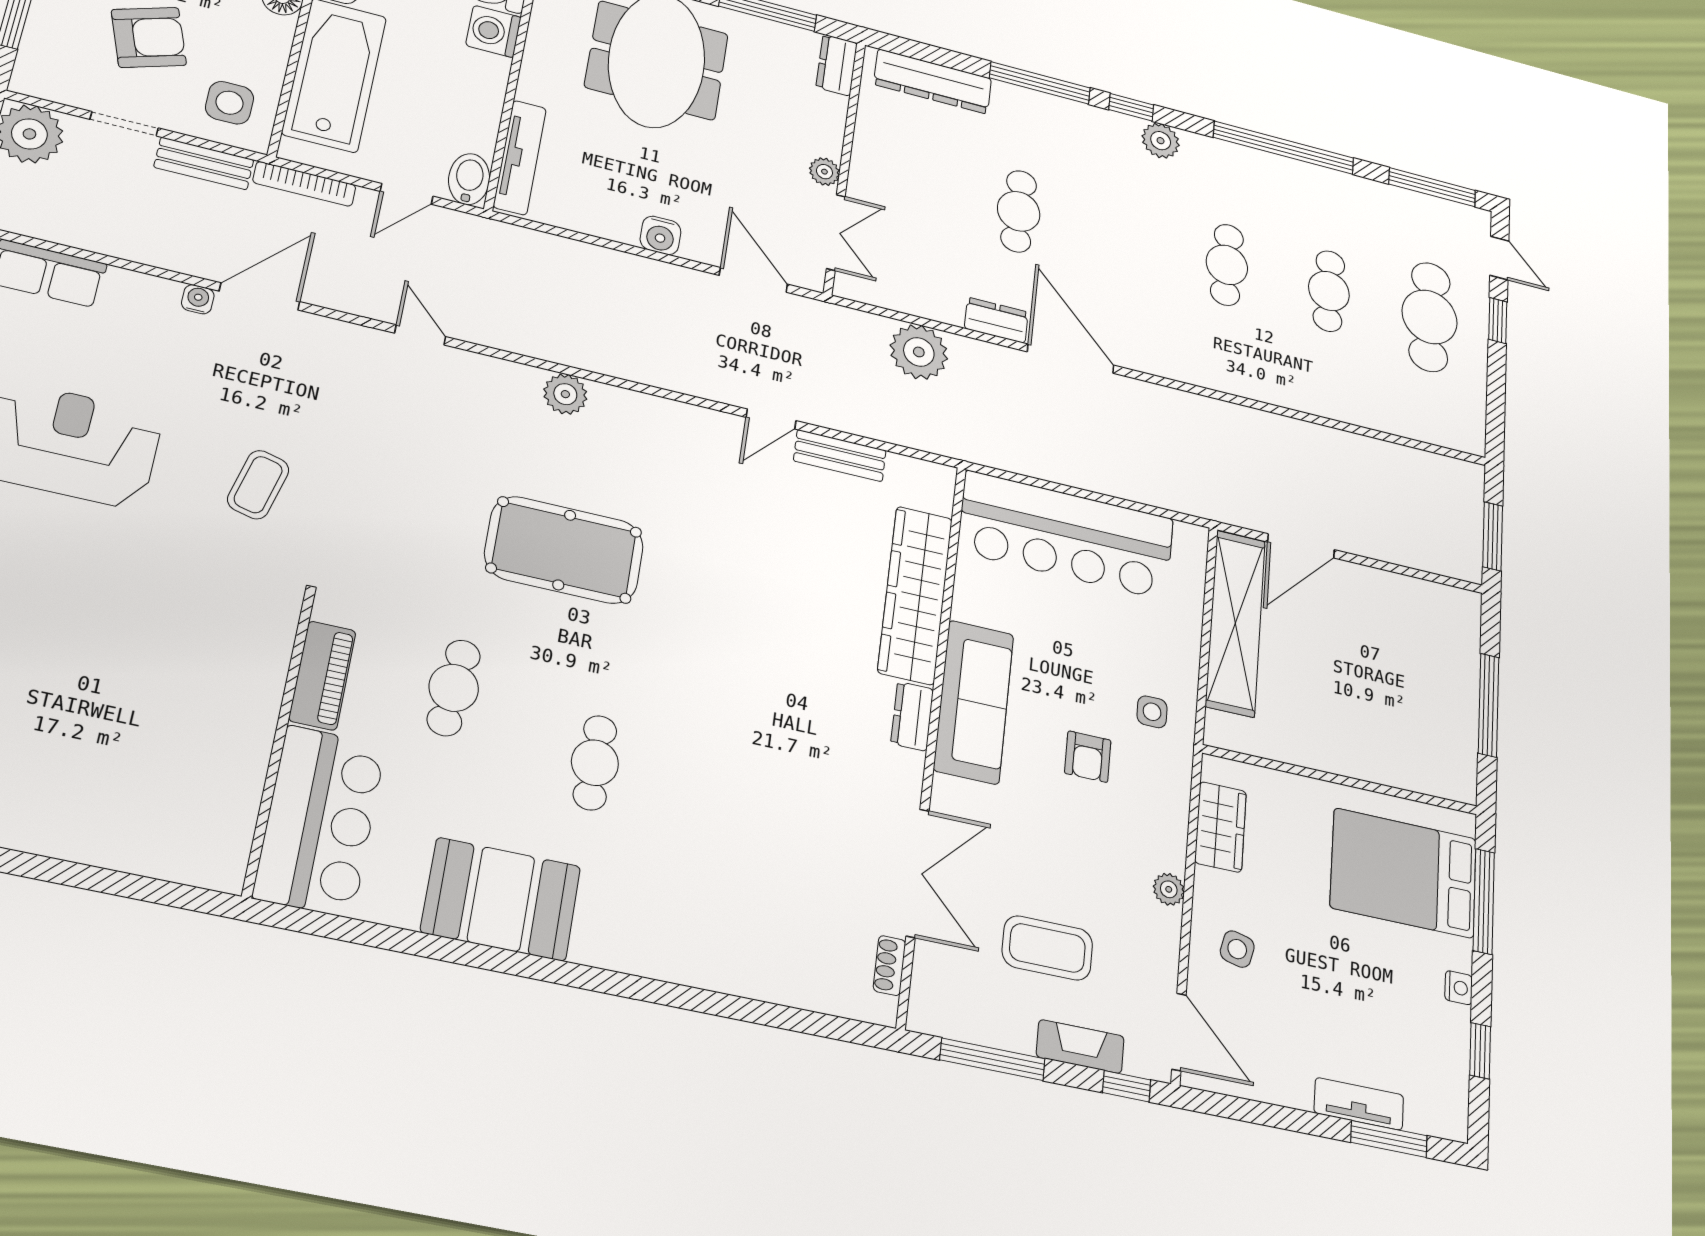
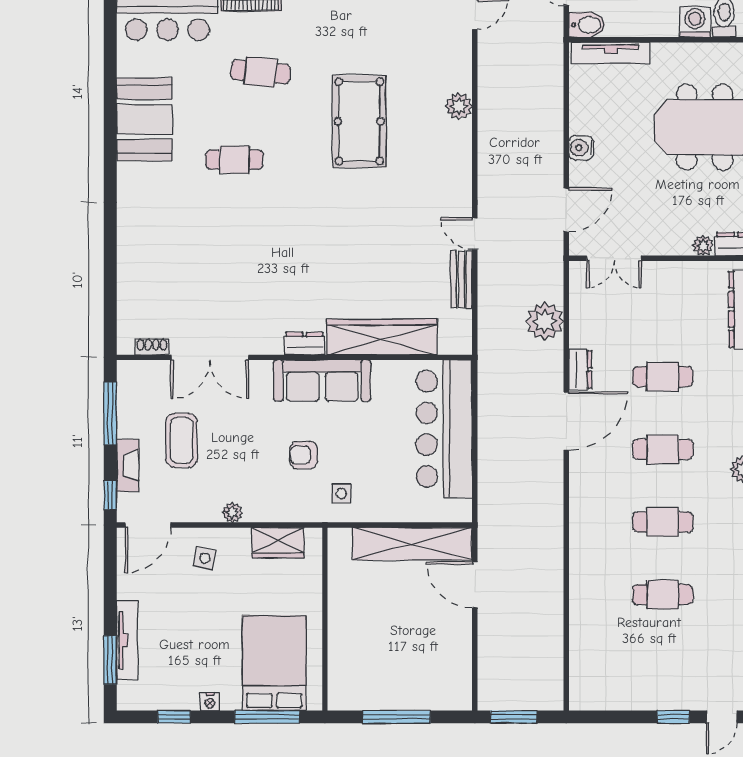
plant: (824, 172) -> (703, 246), moved
cafe table: (1430, 317) -> (663, 449), moved, width x0.73, depth x0.74
tv unit: (1359, 1104) -> (127, 640), width x1.41

